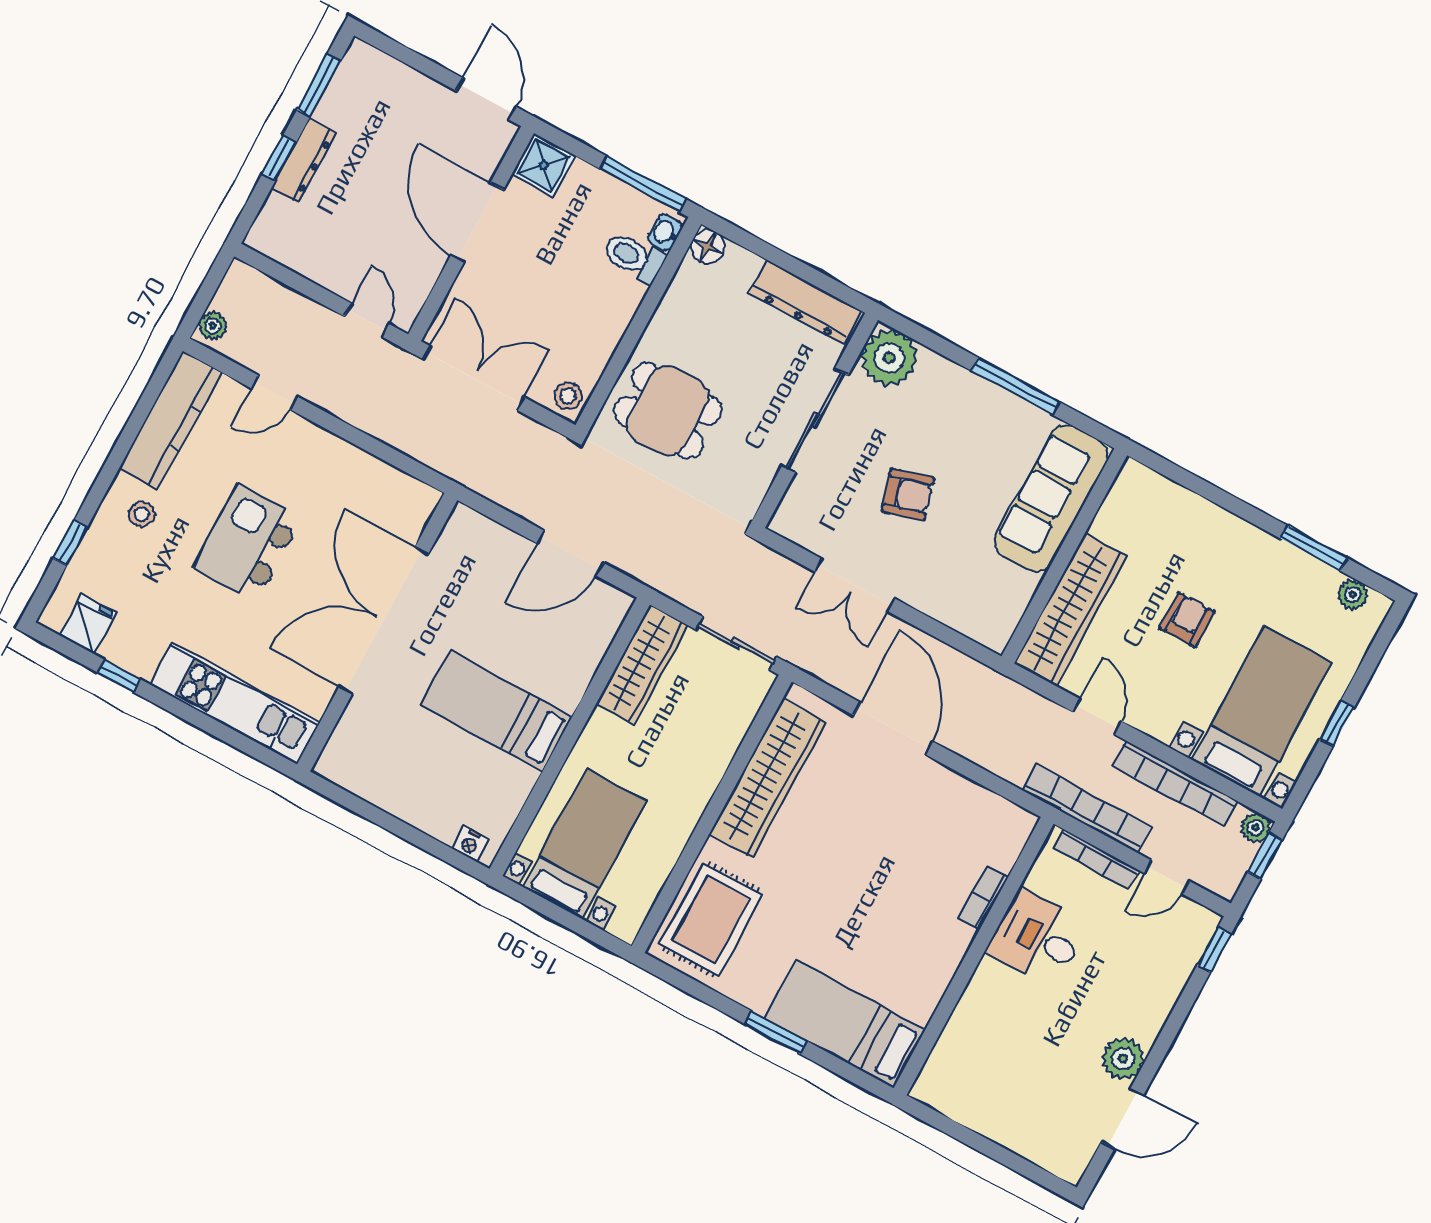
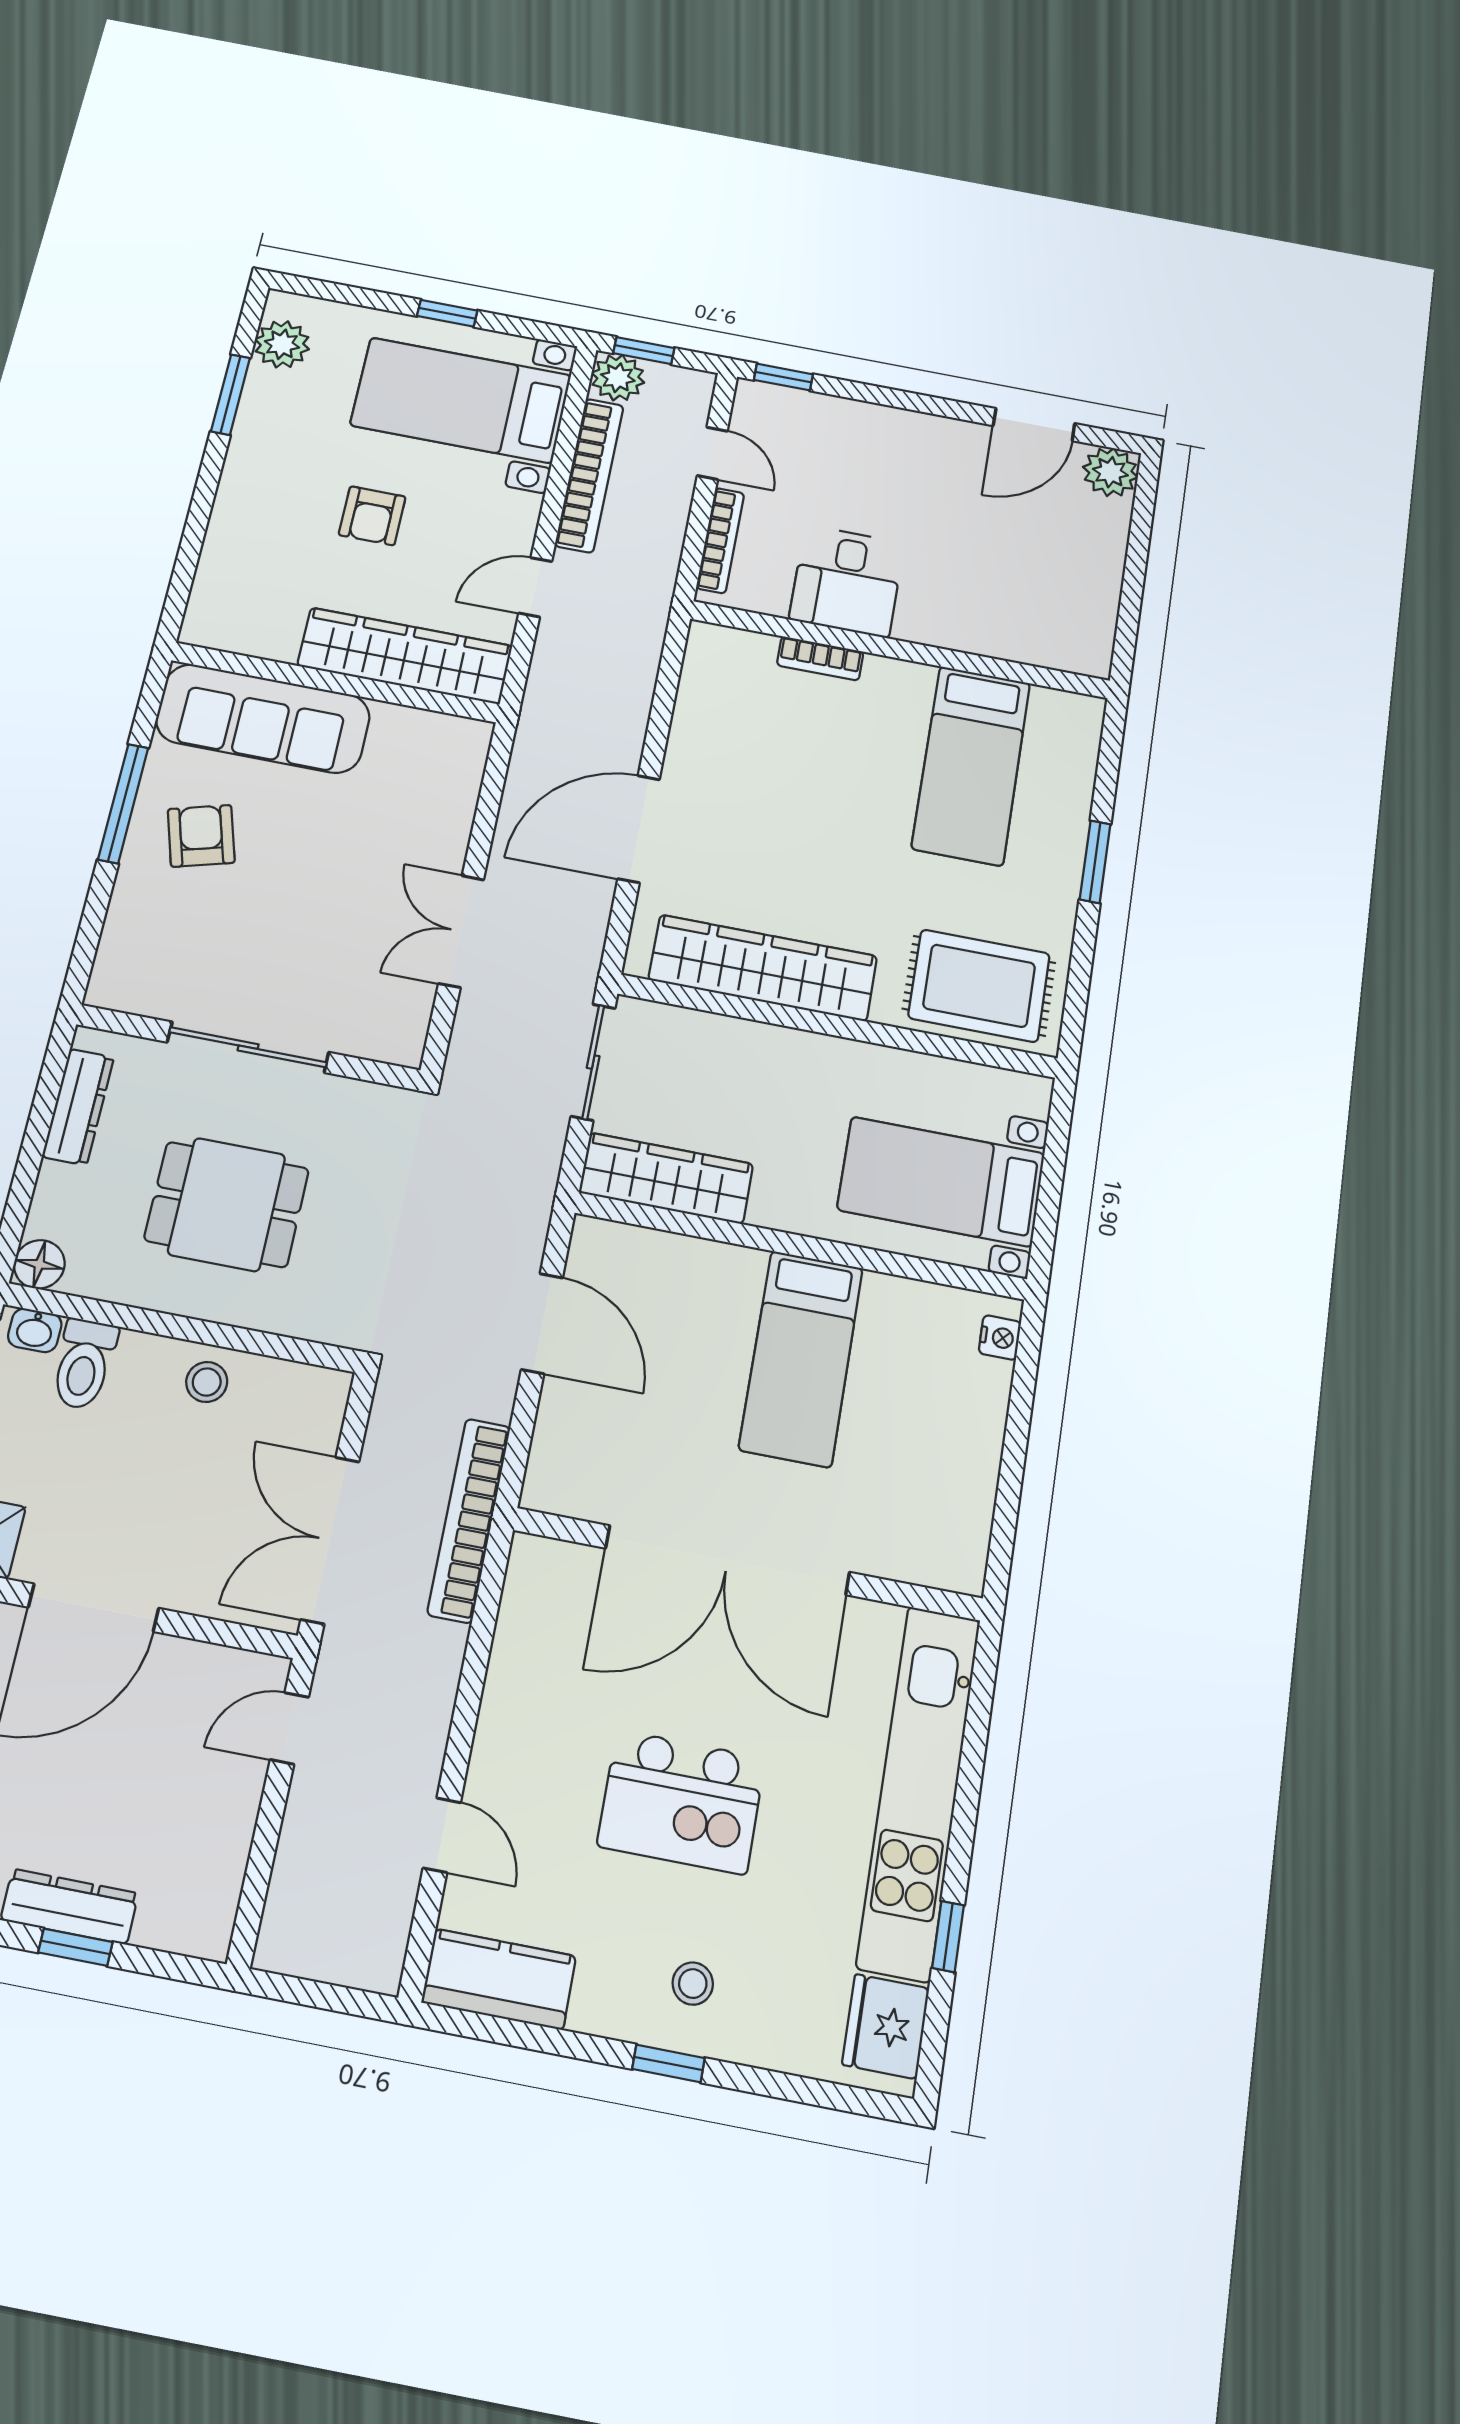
dresser: (805, 302) -> (78, 1107), width x0.73, depth x0.80
plant: (213, 326) -> (368, 1967), removed
plant: (889, 358) -> (131, 975), removed
stool: (568, 396) -> (207, 1382), moved
dining table: (668, 411) -> (227, 1204), moved, turned 90
kitchen counter: (170, 420) -> (499, 1979), width x0.67
armchair: (908, 495) -> (201, 836), moved
window: (70, 543) -> (668, 2064), moved
double door: (855, 585) -> (461, 931), swing flipped
plant: (1353, 595) -> (282, 344), width x1.38, depth x1.38
armchair: (1187, 620) -> (372, 516), turned -90
fridge: (87, 624) -> (886, 2026), width x1.38
kitchen unit: (235, 704) -> (919, 1791), width x1.36
bookcase: (1087, 808) -> (469, 1520), moved
plant: (1256, 828) -> (618, 378), width x1.38, depth x1.38
bed: (845, 1024) -> (971, 765), moved
plant: (1123, 1059) -> (1110, 472), moved
door: (1123, 1118) -> (1034, 425), swing flipped

